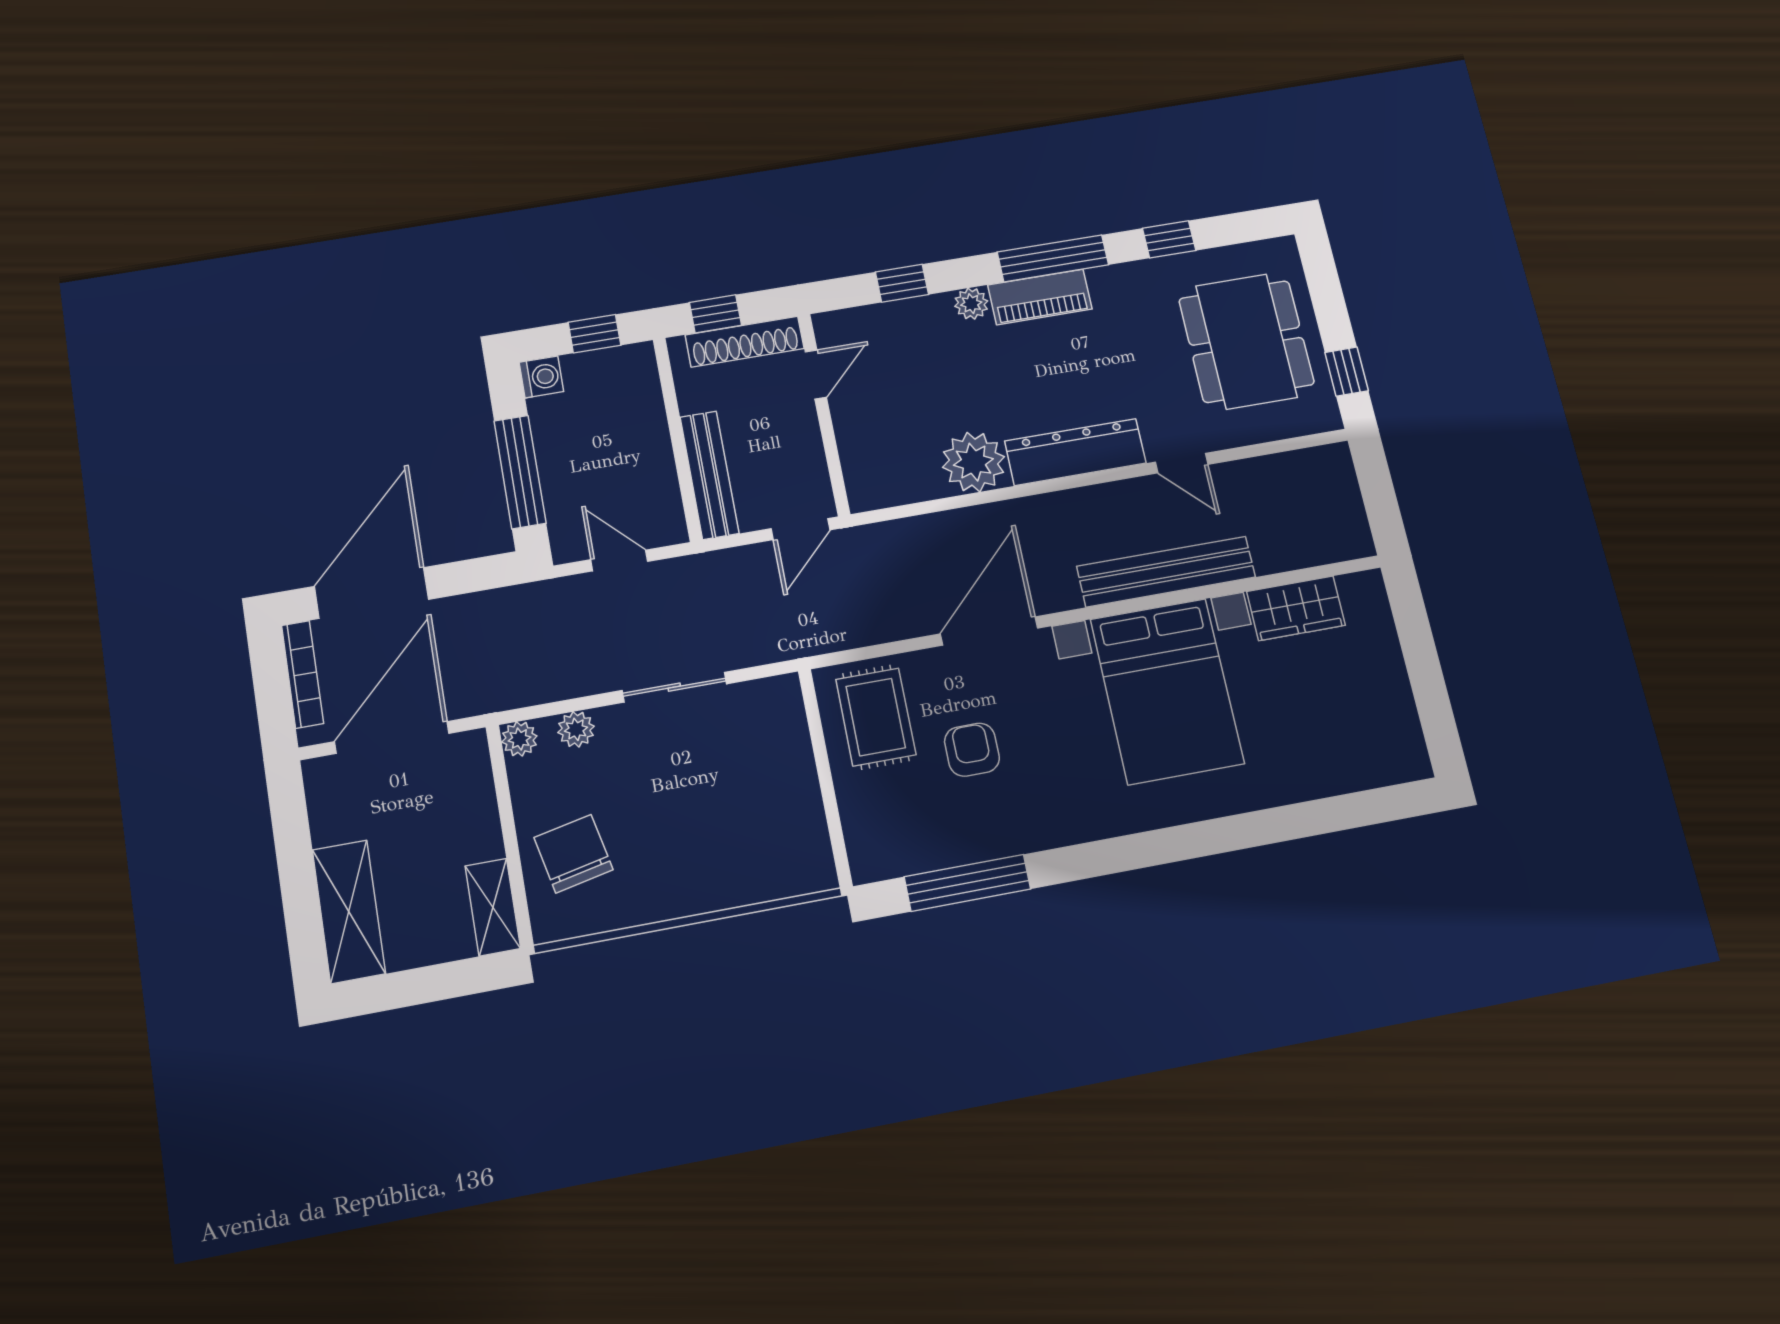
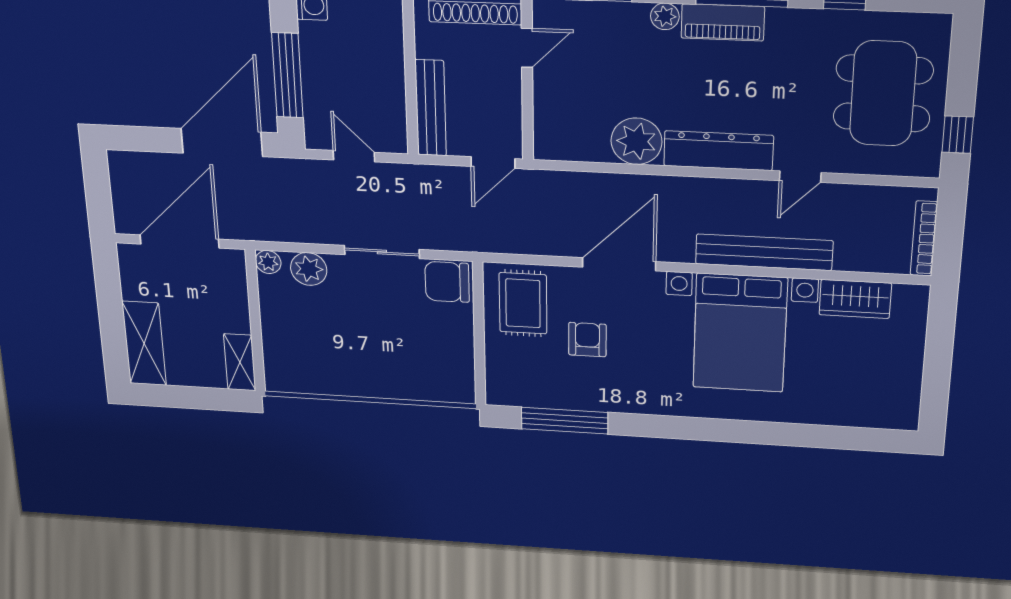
door: (1182, 463) -> (800, 177), hinge flipped
door: (372, 593) -> (222, 143), moved
bookcase: (302, 674) -> (924, 239), moved, turned 180
plant: (576, 729) -> (309, 269), width x1.38, depth x1.38
chair: (574, 854) -> (447, 282), moved, turned -78

